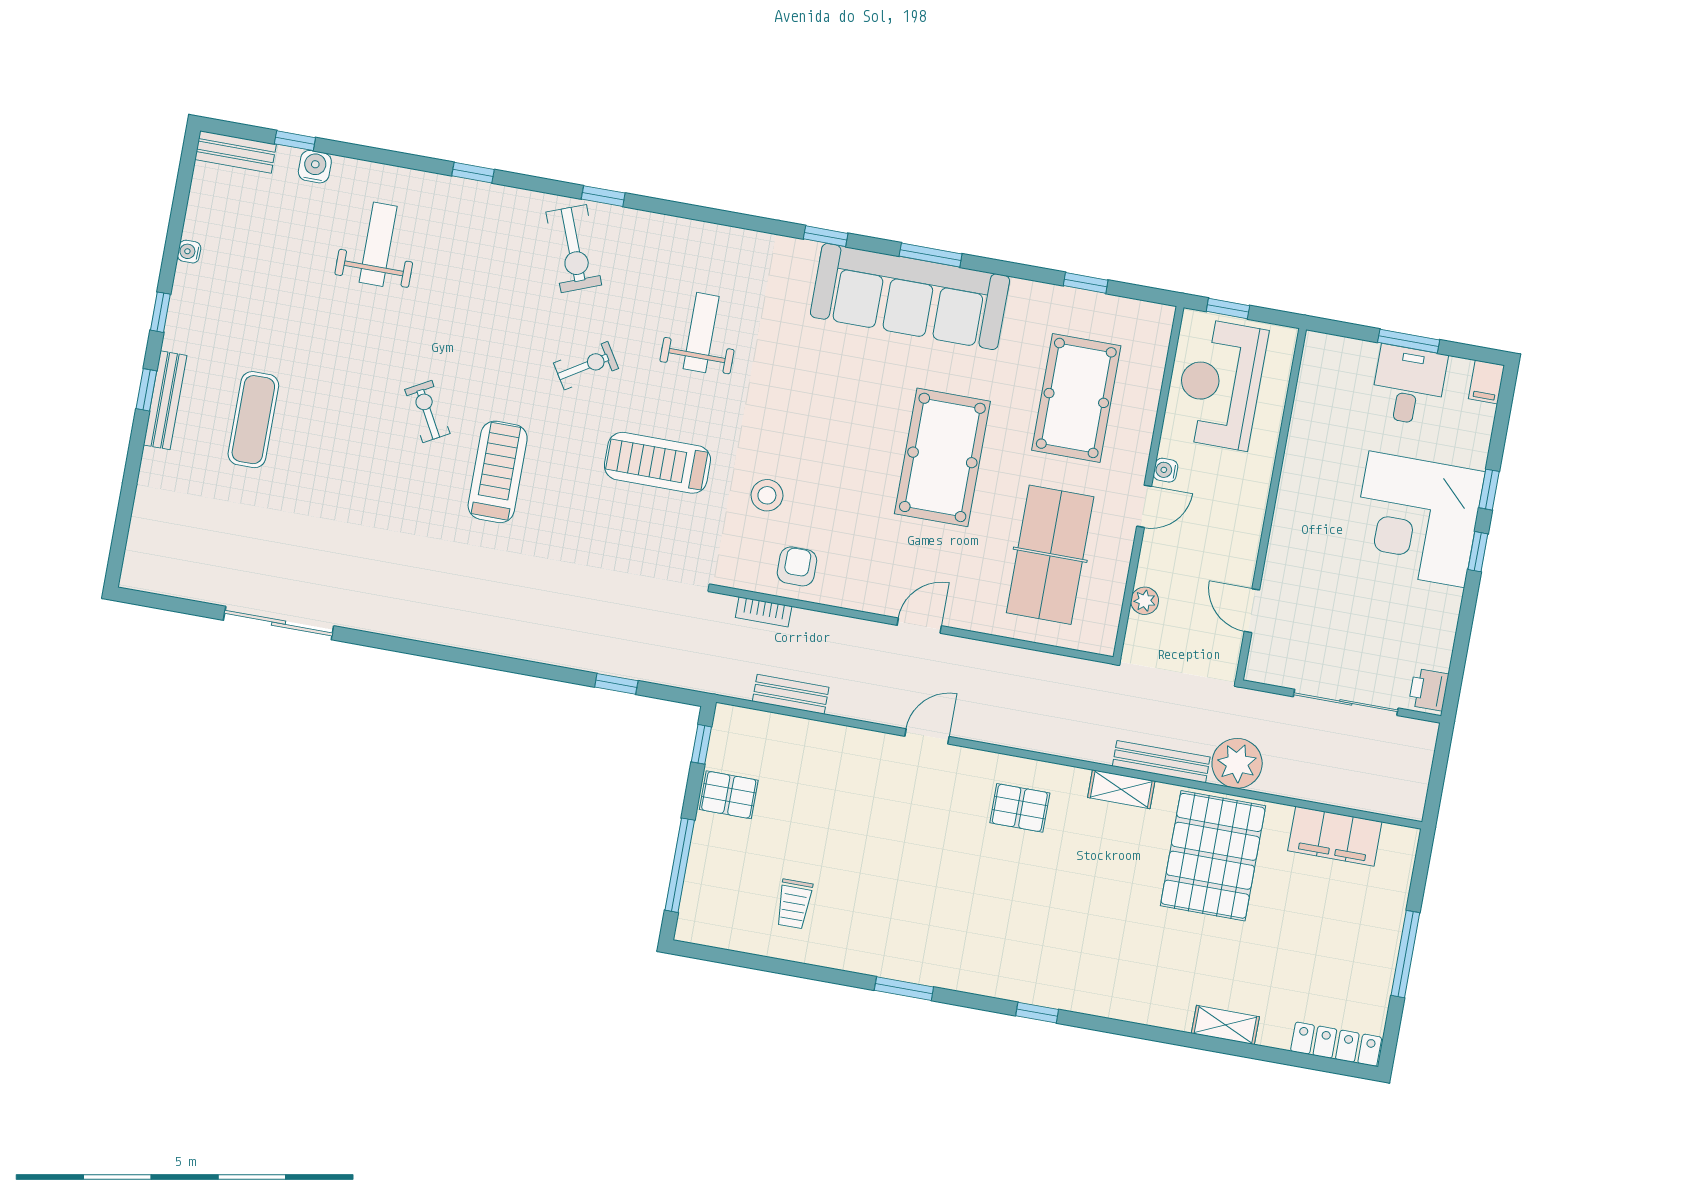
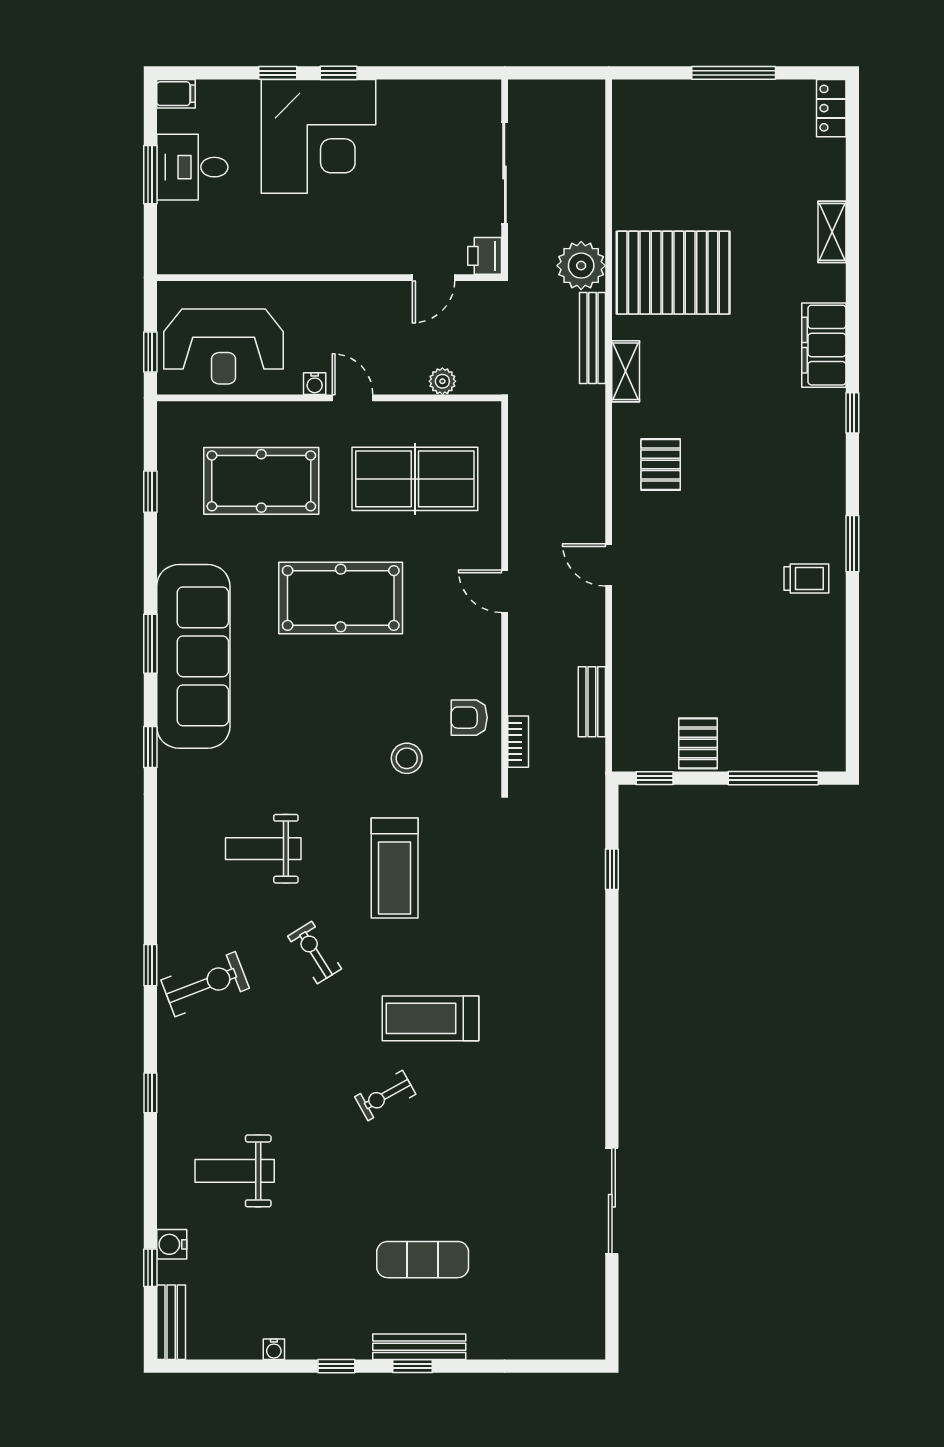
printer: (1429, 690) -> (485, 256), moved, turned 90
filing cabinet: (1335, 836) -> (824, 345), moved, turned 180
trolley: (794, 904) -> (806, 579), moved
locker: (1336, 1044) -> (831, 108), width x0.66

